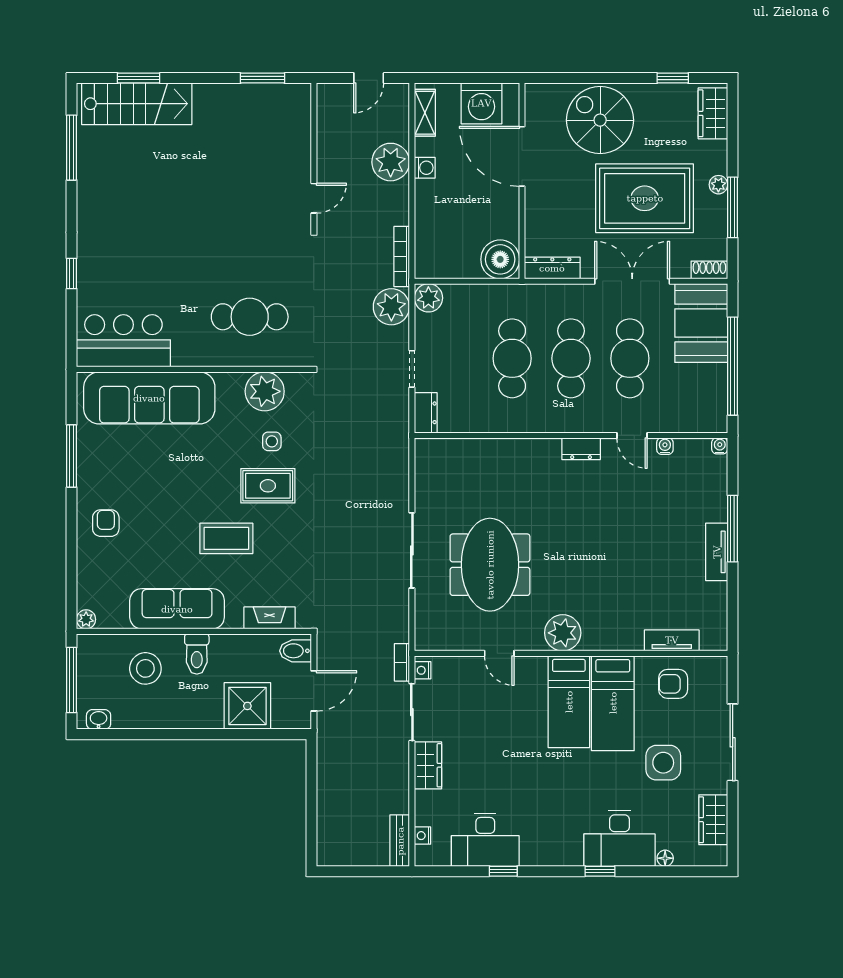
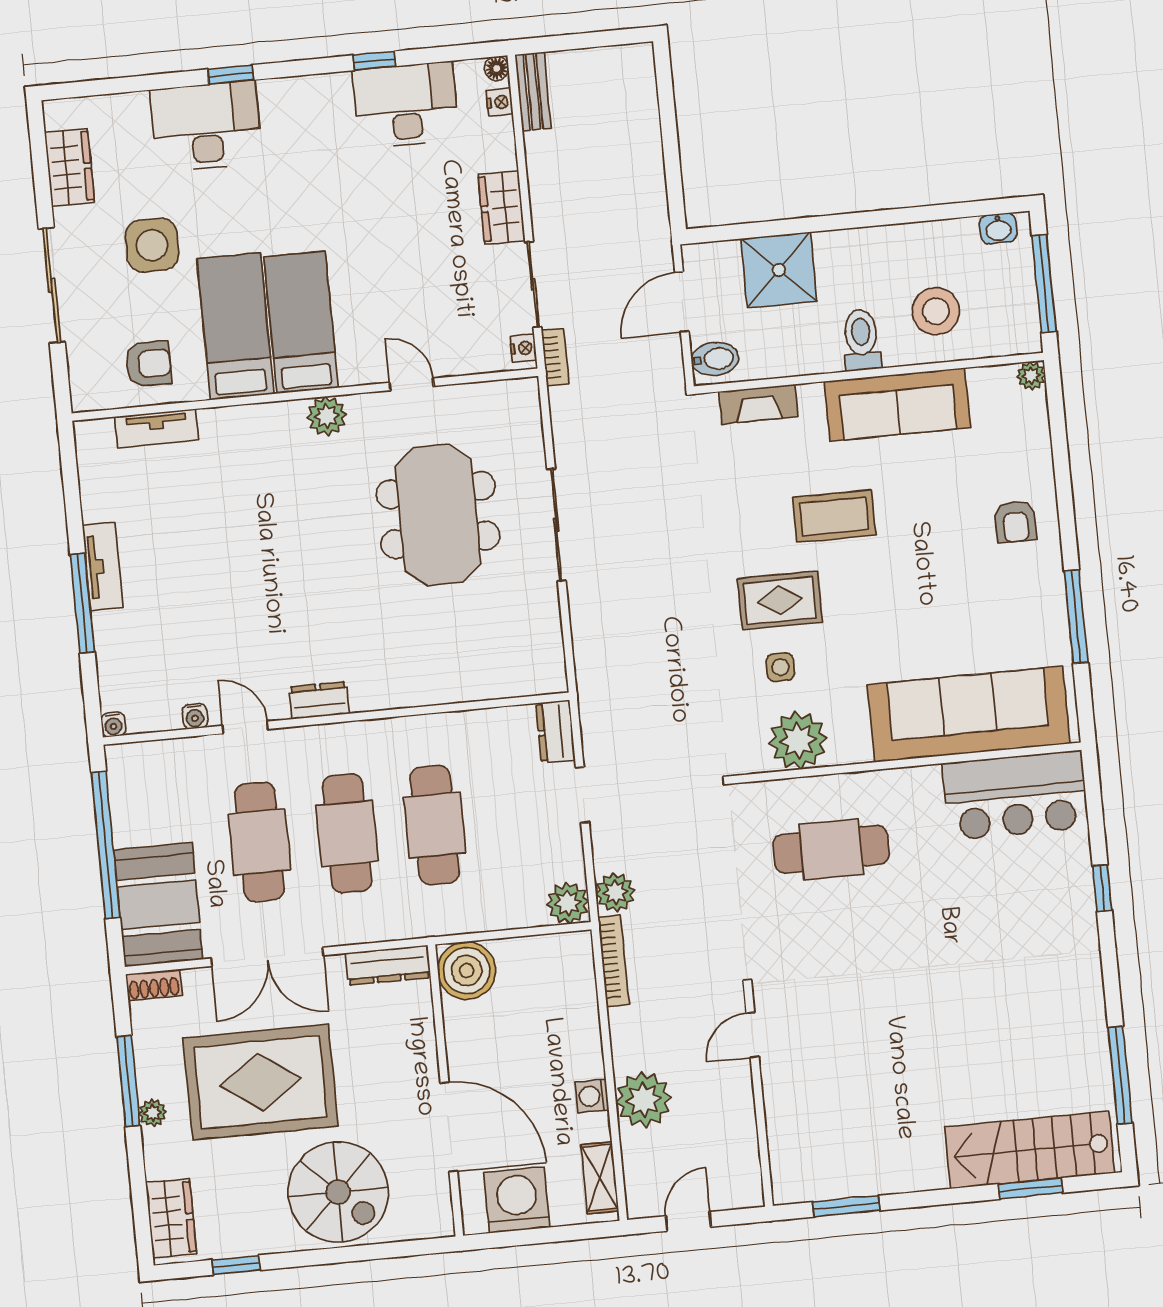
plant: (391, 307) -> (615, 892), width x0.73, depth x0.73
plant: (563, 633) -> (327, 416), width x0.73, depth x0.73
floor lamp: (665, 858) -> (497, 68), moved

